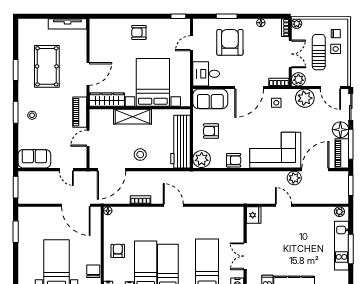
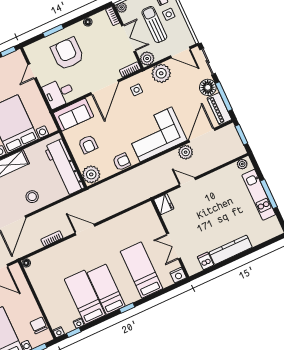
armchair: (211, 131) -> (88, 144), turned -90
armchair: (118, 251) -> (53, 296), removed

